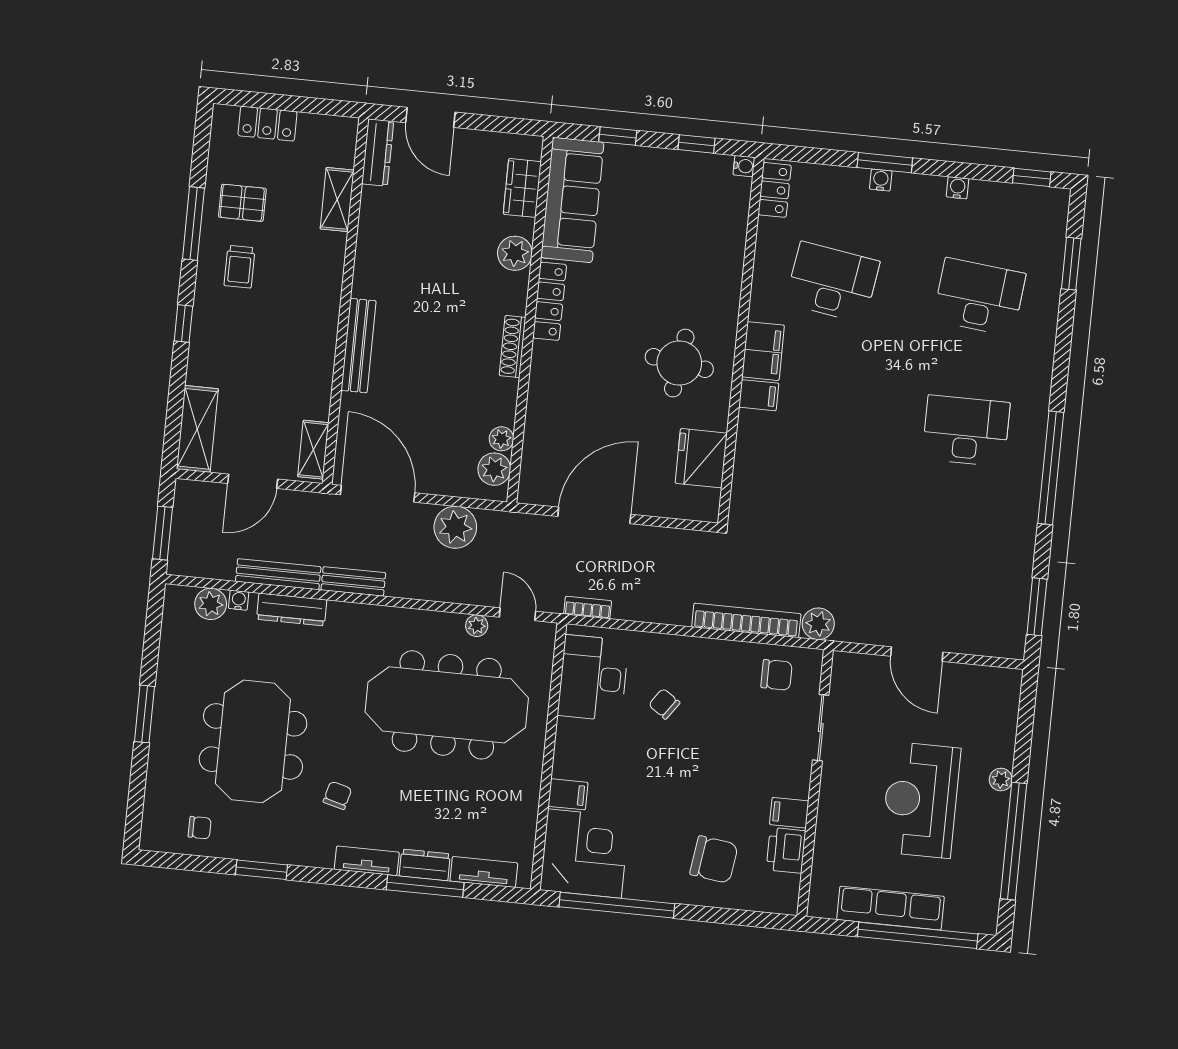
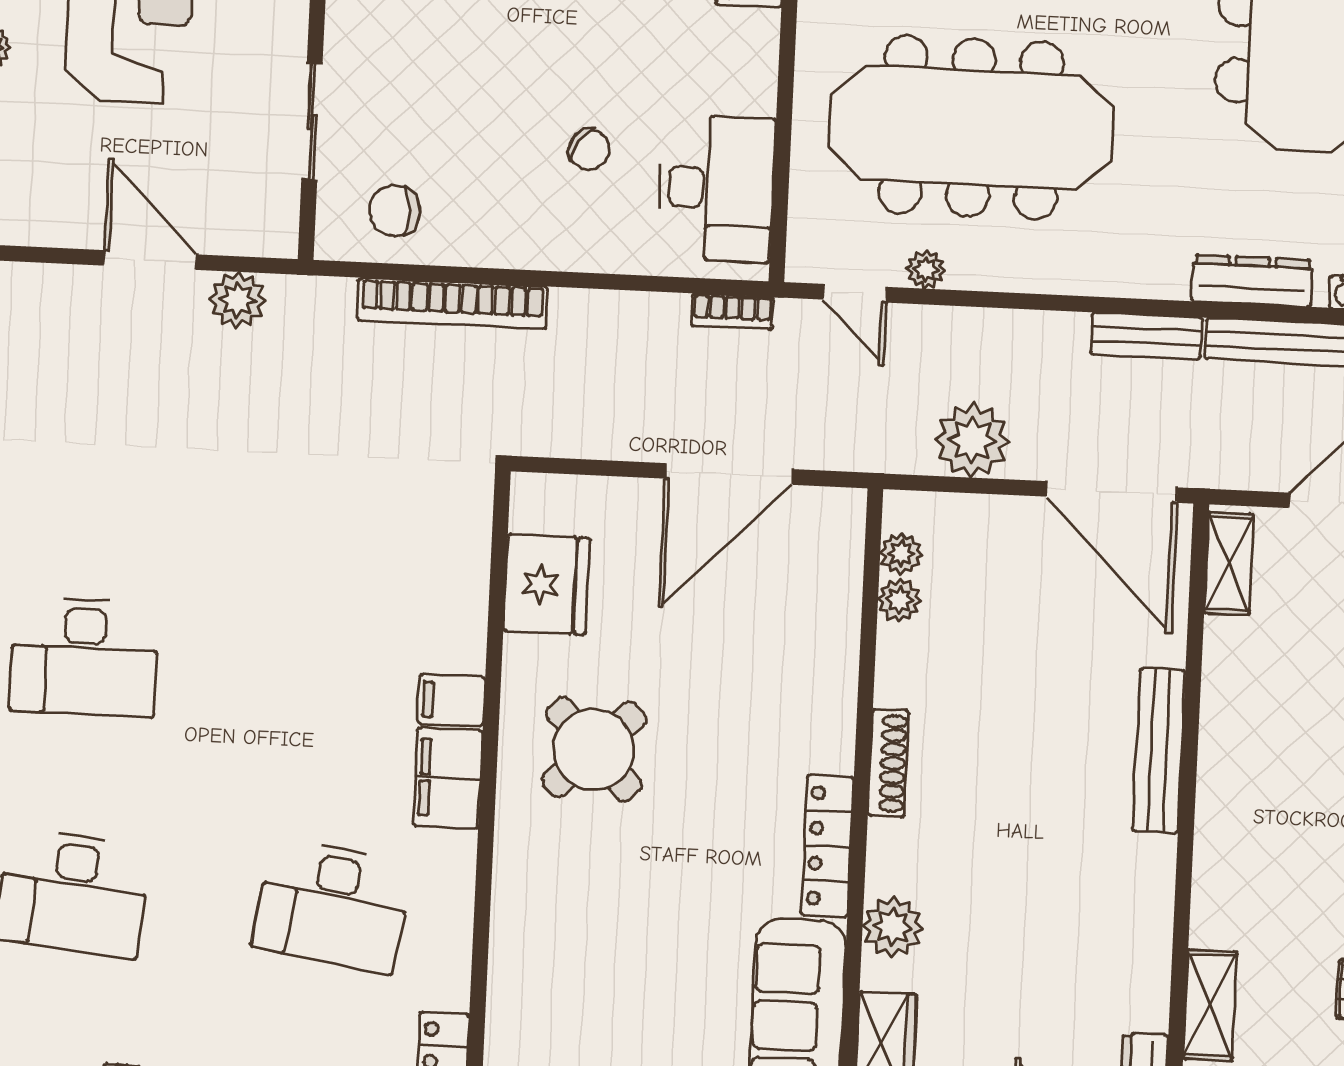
round table: (679, 363) -> (594, 749), turned 38
plant: (494, 469) -> (901, 554), width x0.73, depth x0.73
plant: (818, 624) -> (238, 300), moved

